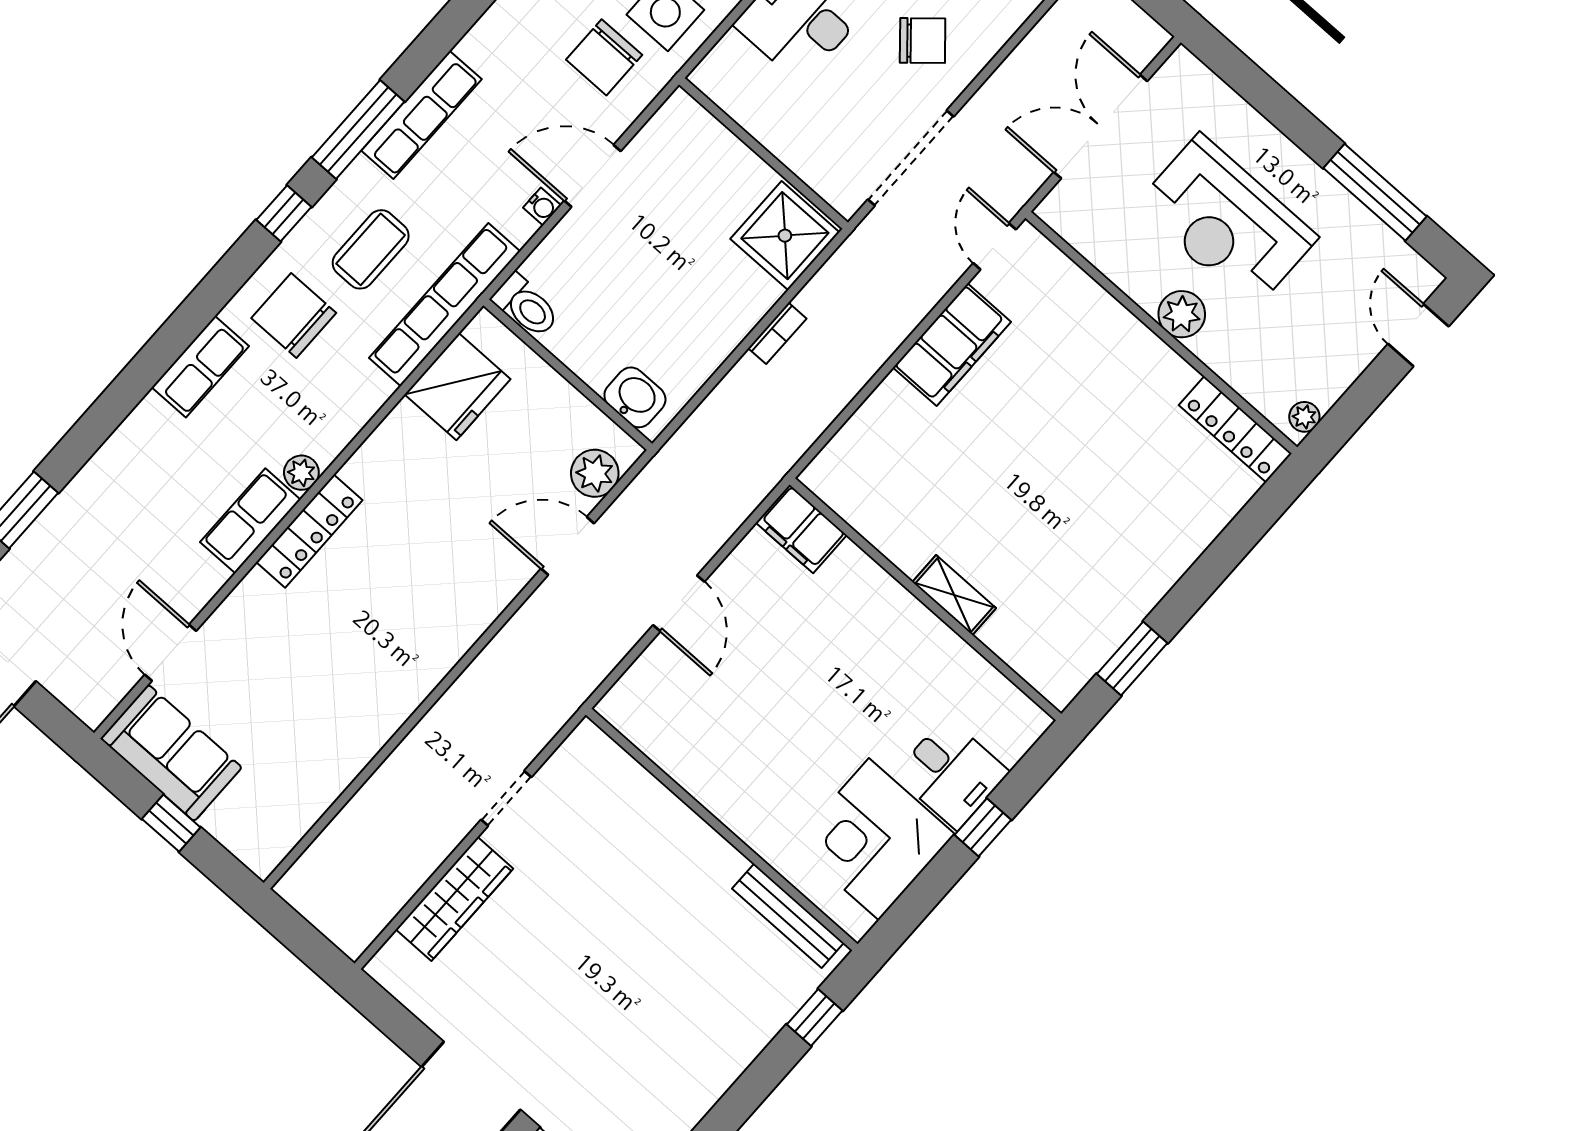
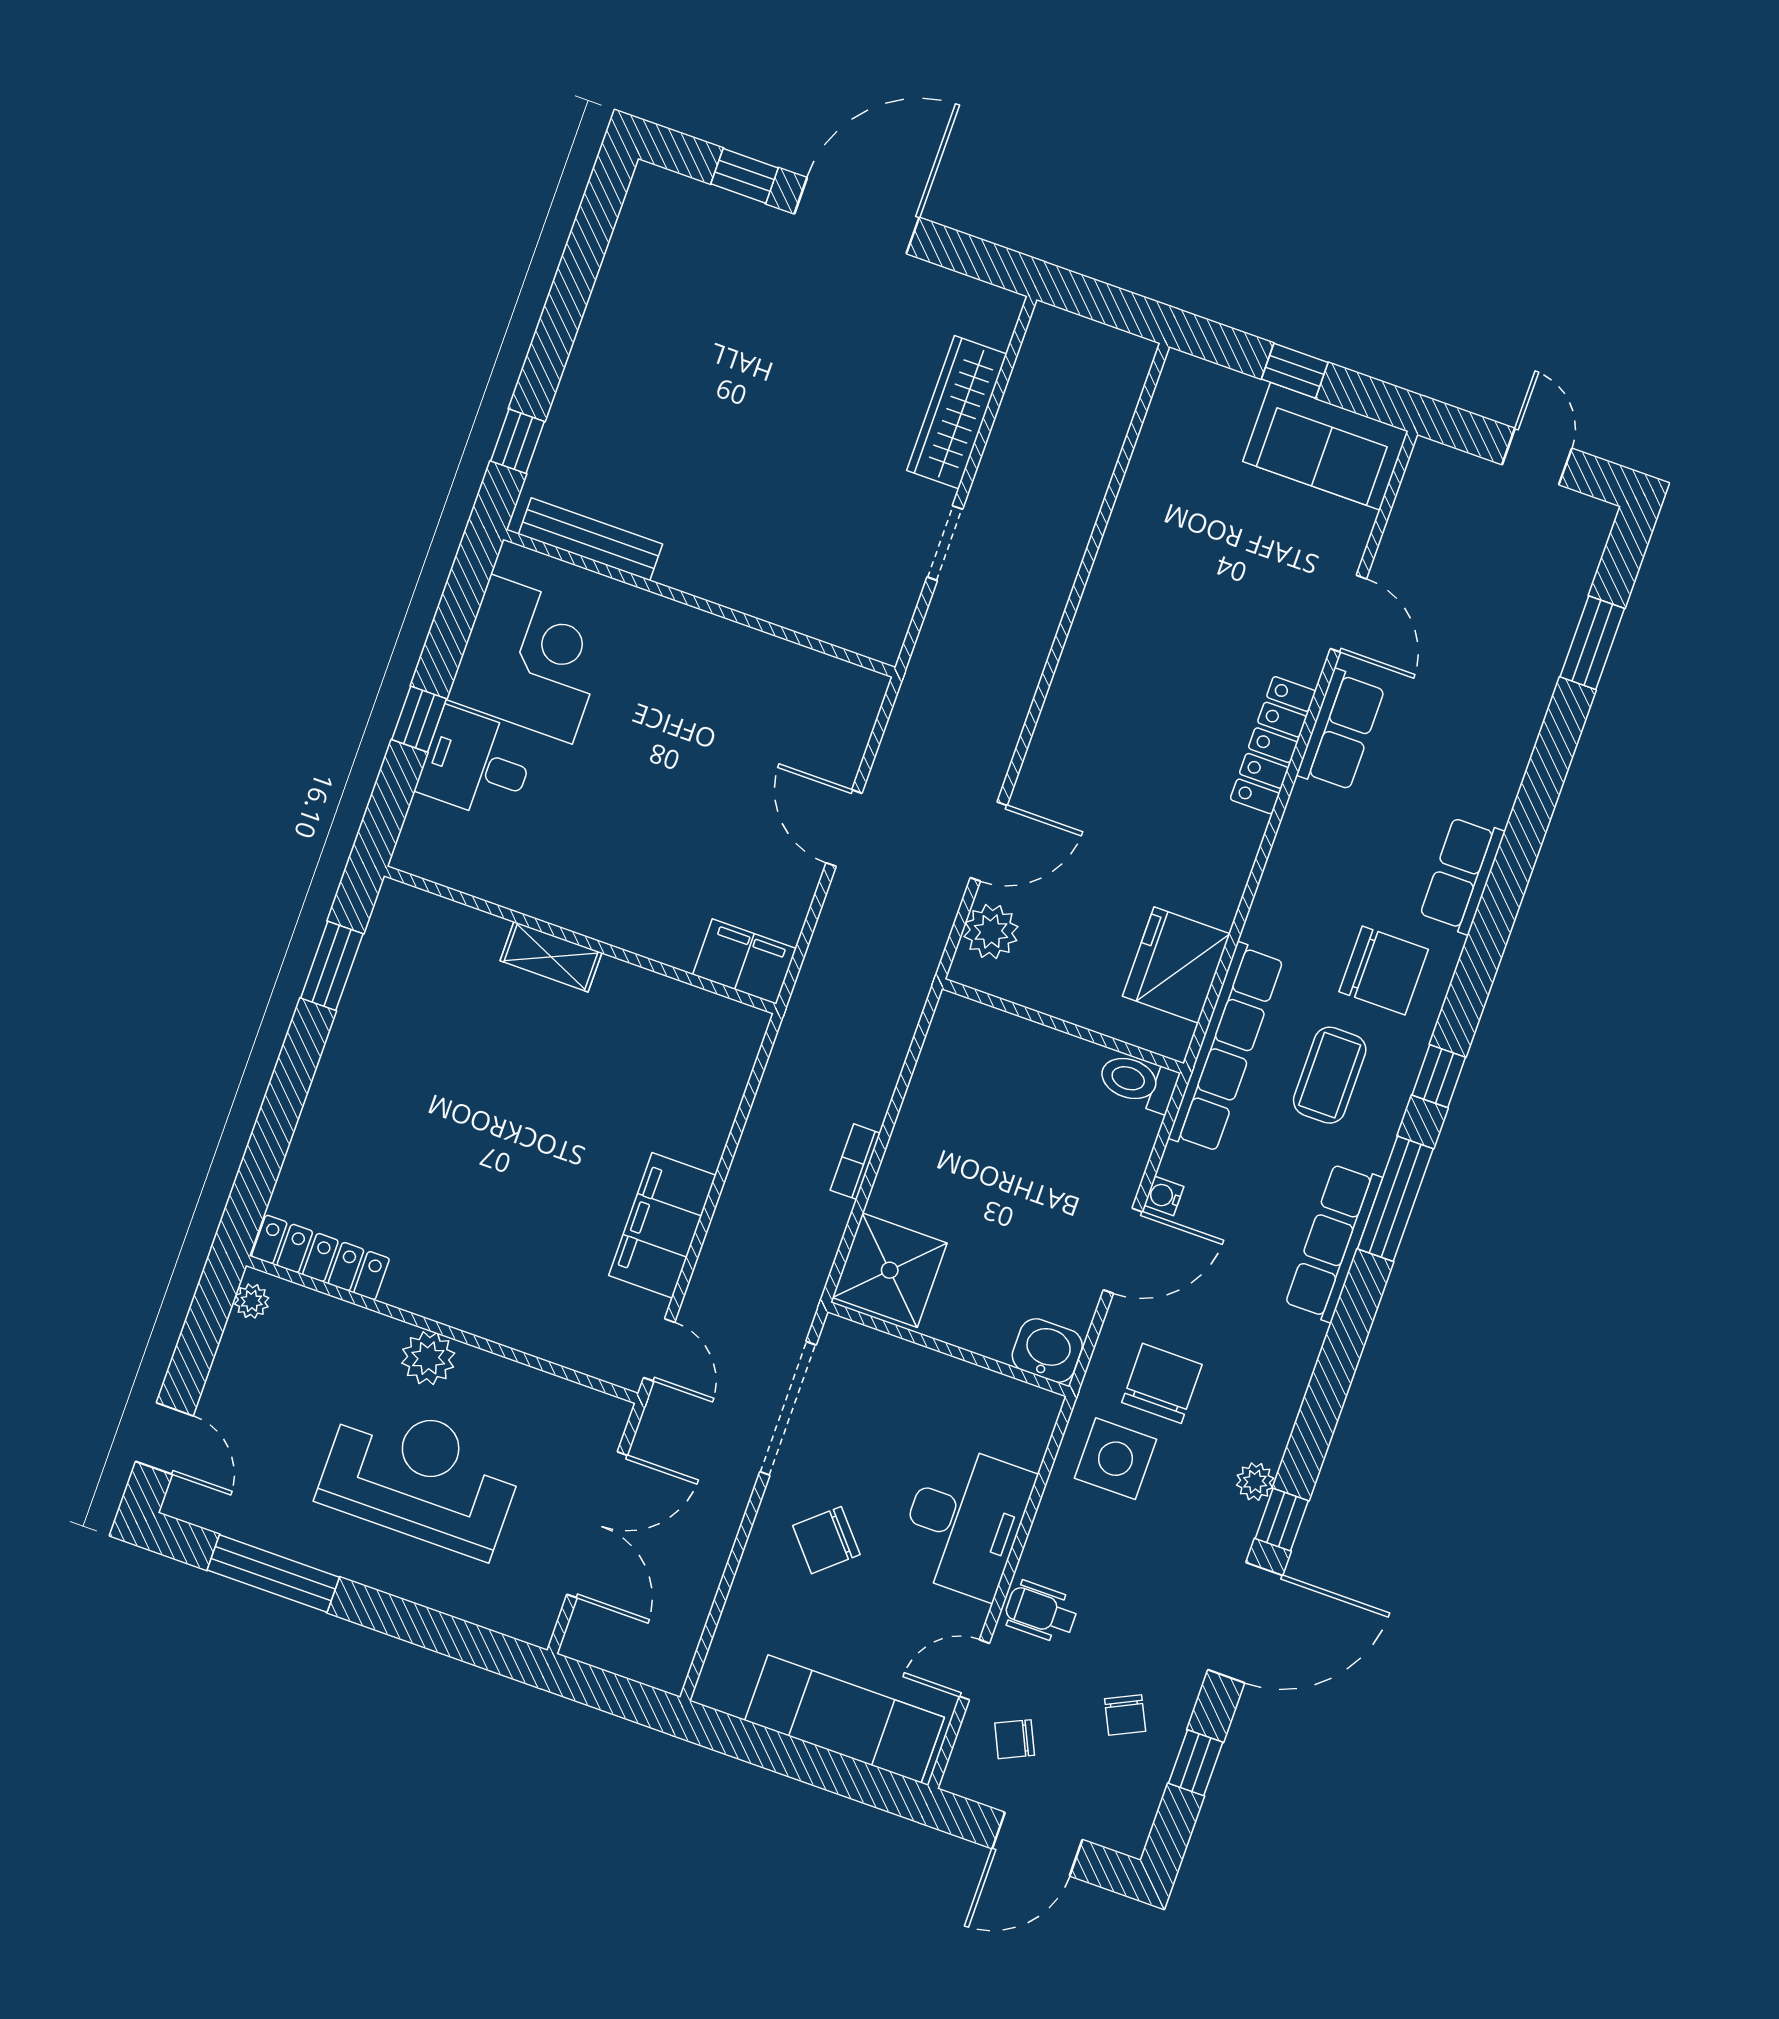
washbasin: (635, 397) -> (1047, 1350), moved, turned 180
plant: (301, 473) -> (1307, 805), removed
door: (171, 653) -> (1348, 614), moved

